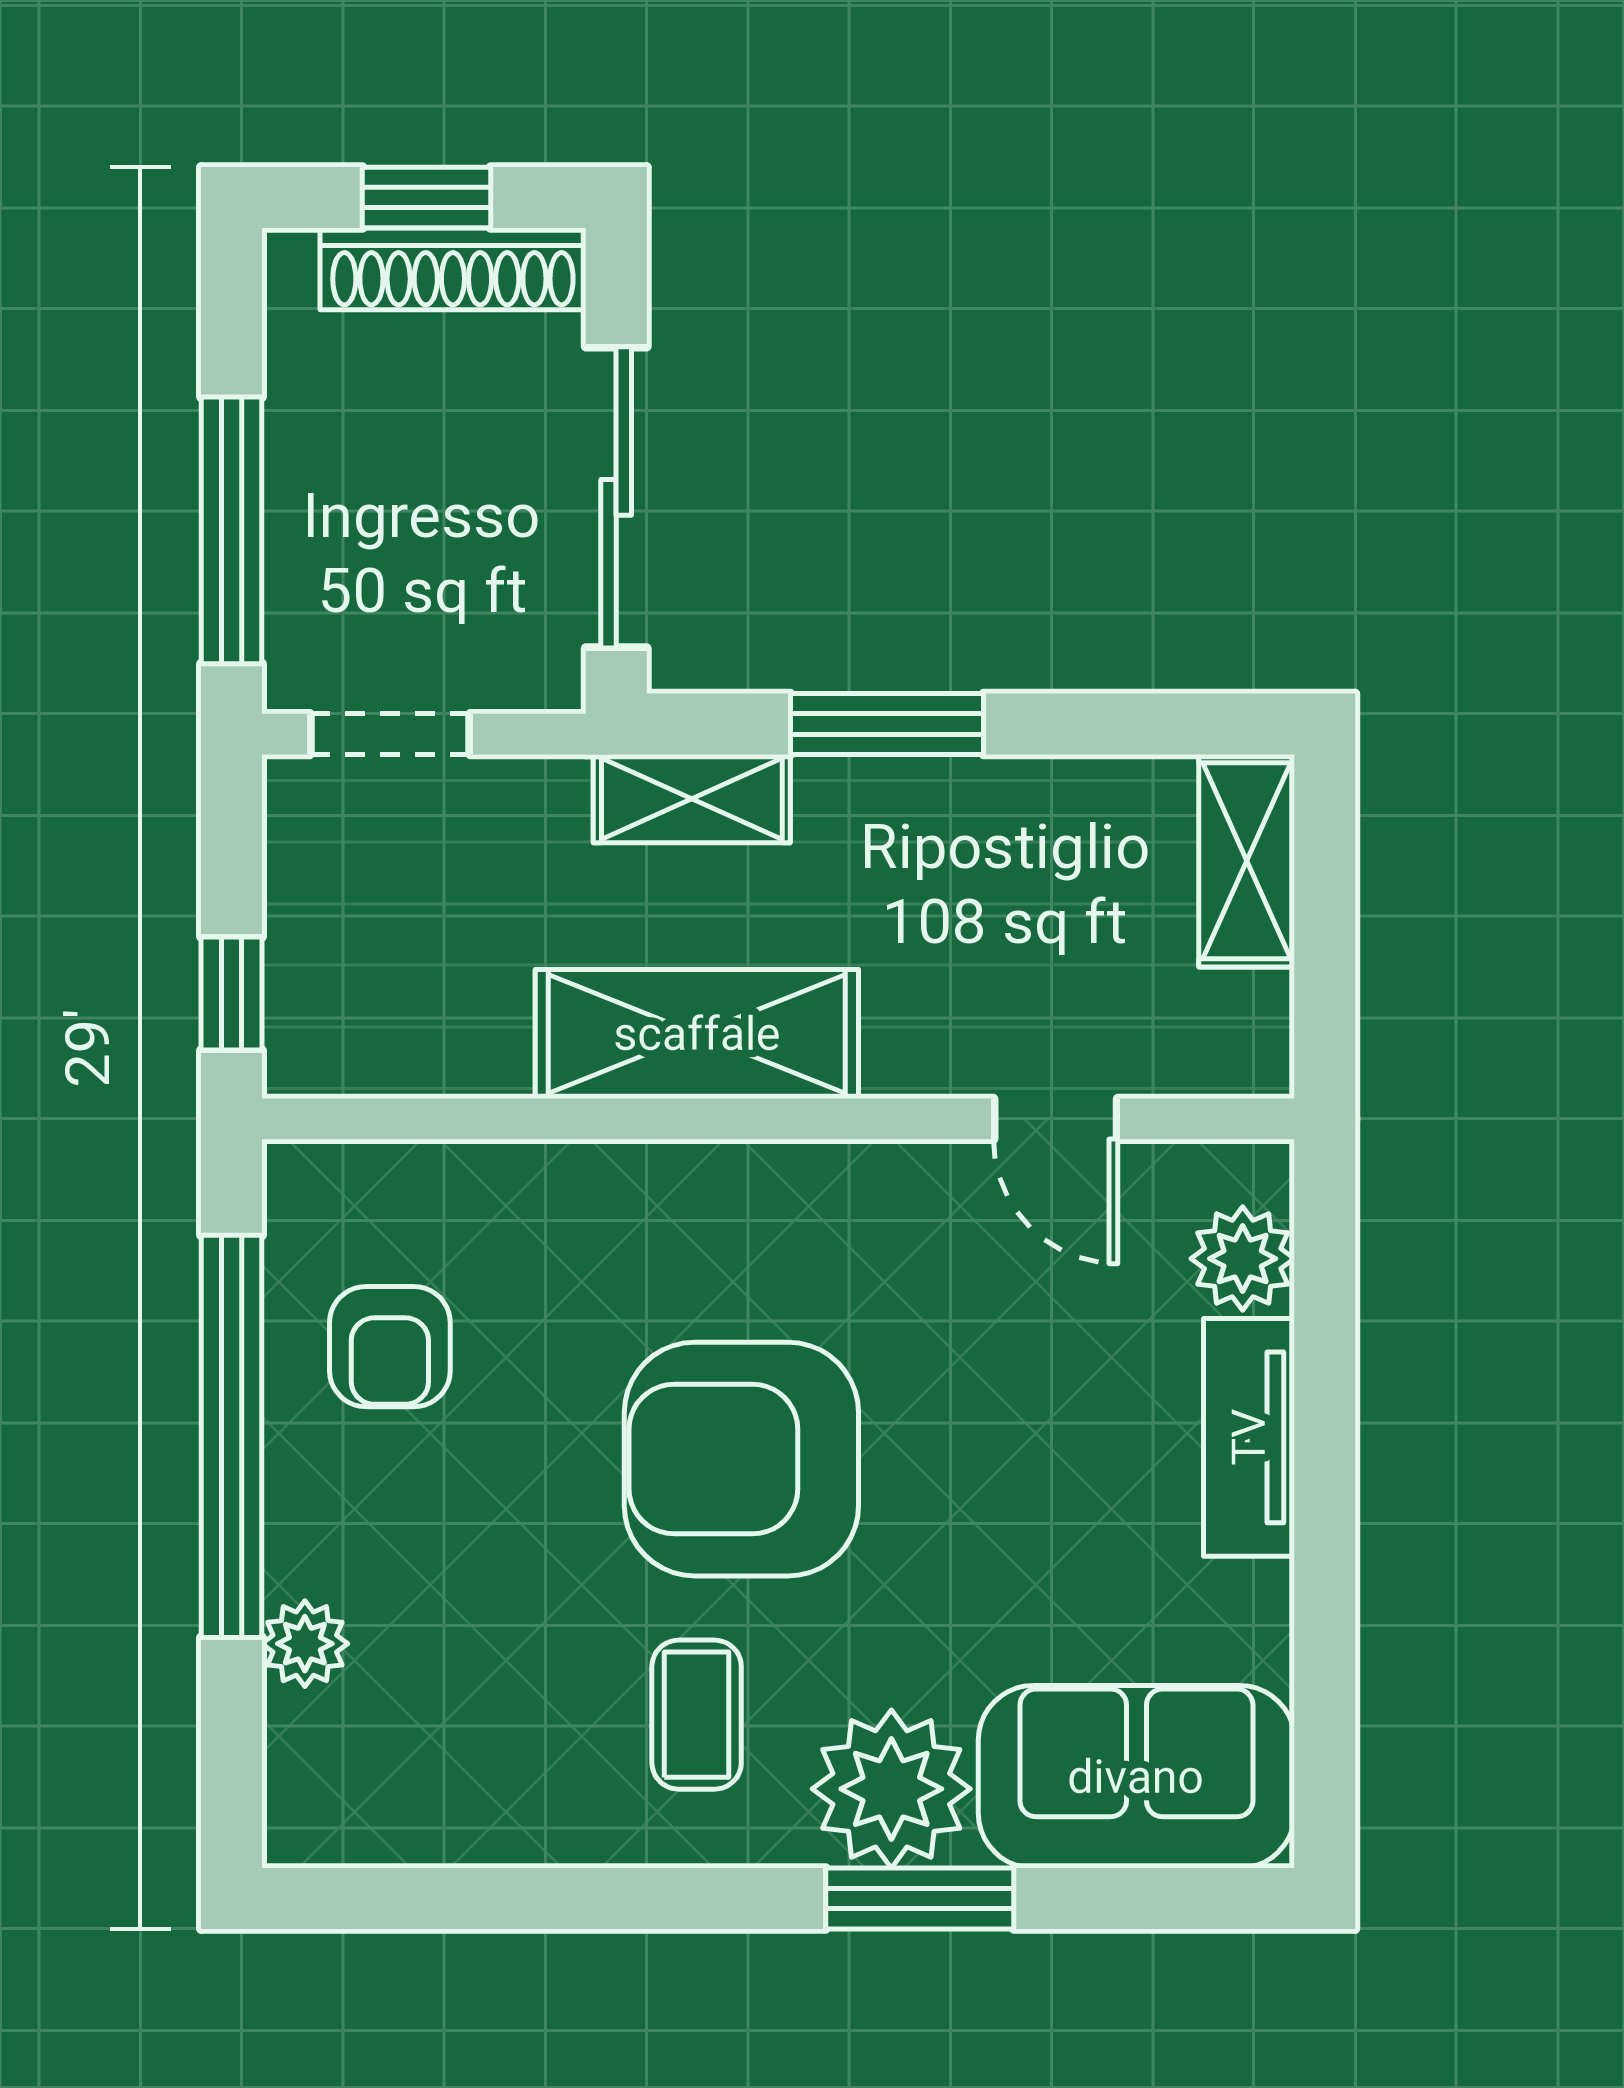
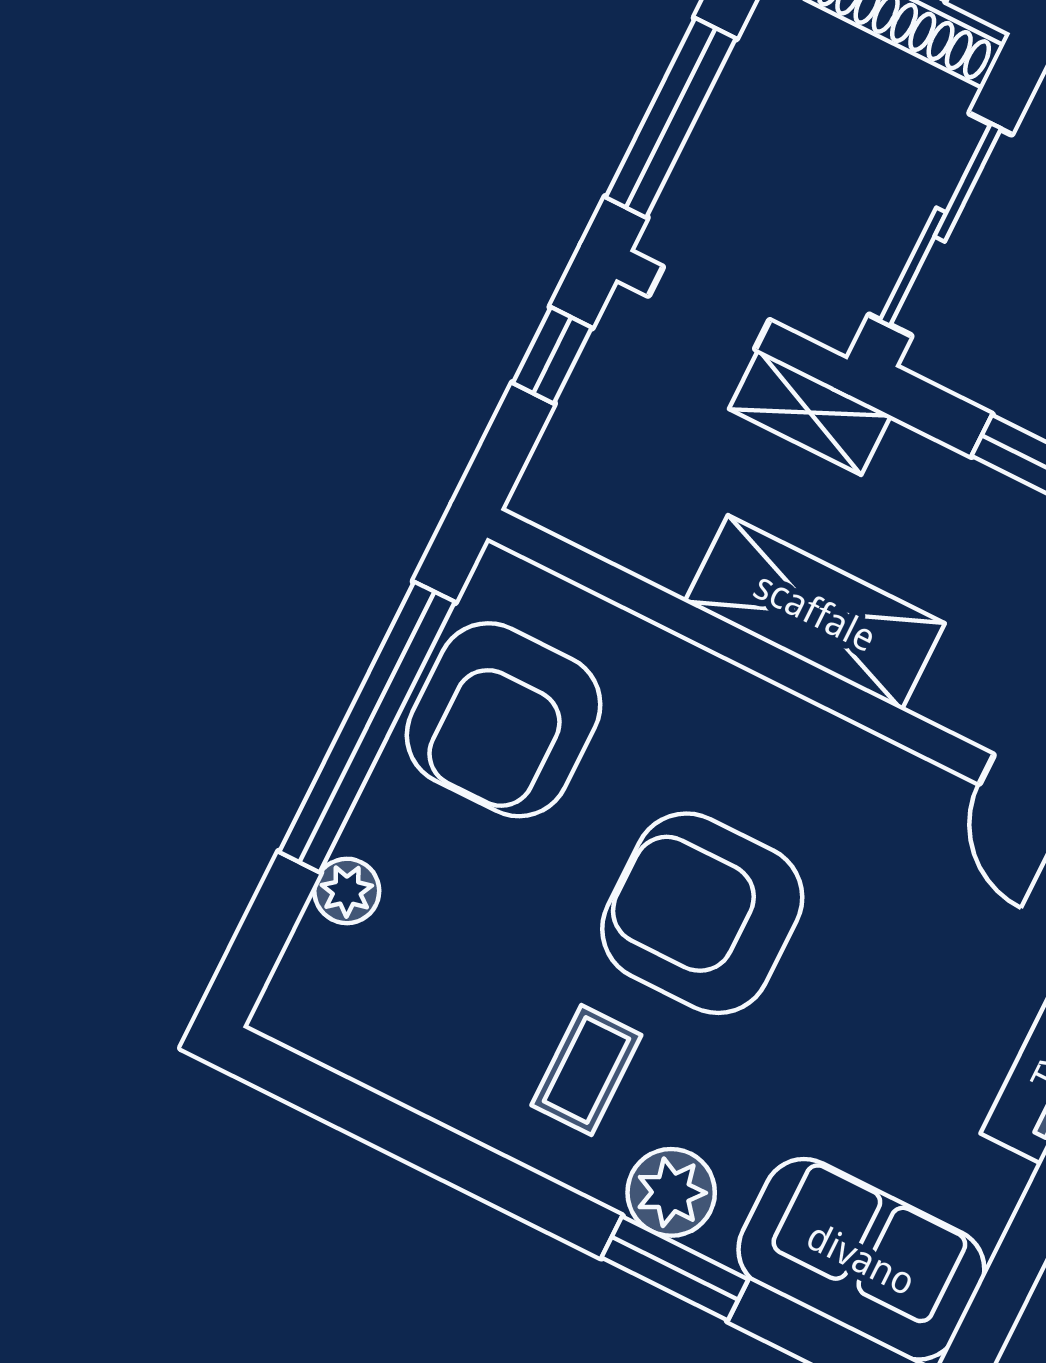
shelving: (692, 799) -> (810, 412), moved
window: (231, 993) -> (552, 355), moved
armchair: (390, 1347) -> (504, 720), width x1.88, depth x1.88
plant: (891, 1789) -> (671, 1192), width x0.73, depth x0.73

